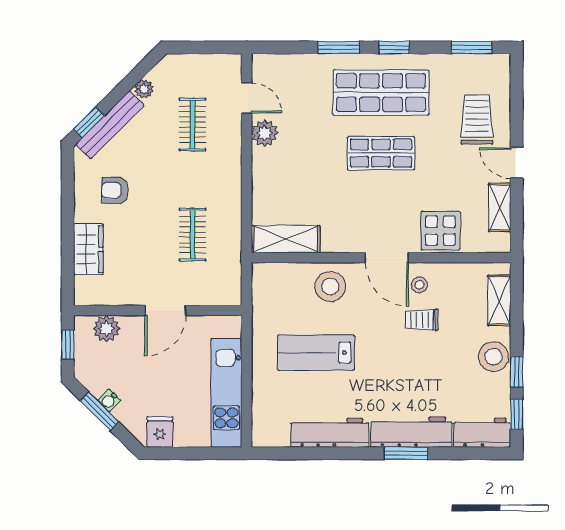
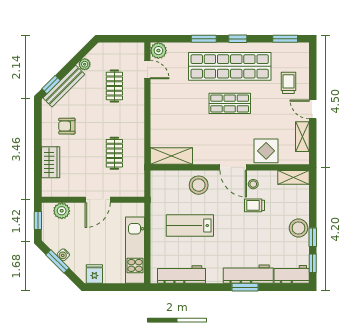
shop shelf: (381, 93) -> (230, 66), width x1.40
trolley: (477, 120) -> (288, 83), width x0.73, depth x0.72
plant: (265, 133) -> (158, 51), moved
shelving: (499, 300) -> (294, 177), moved, turned 90
workbench: (330, 433) -> (182, 275), moved

